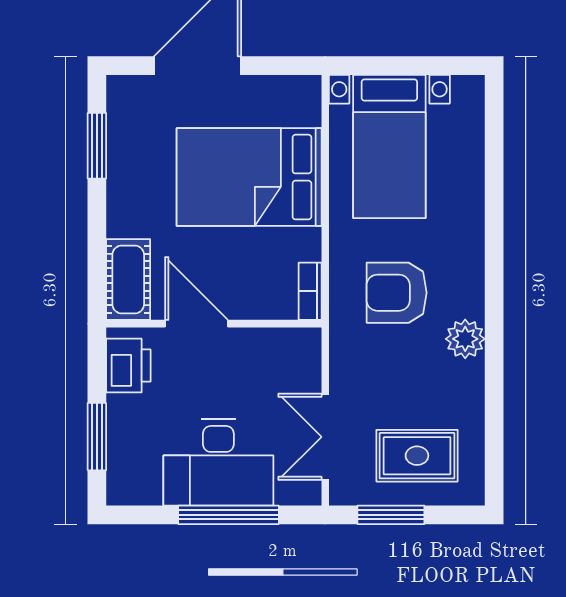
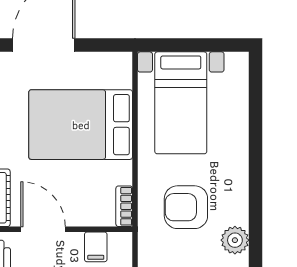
filing cabinet: (270, 348) -> (96, 247), added

